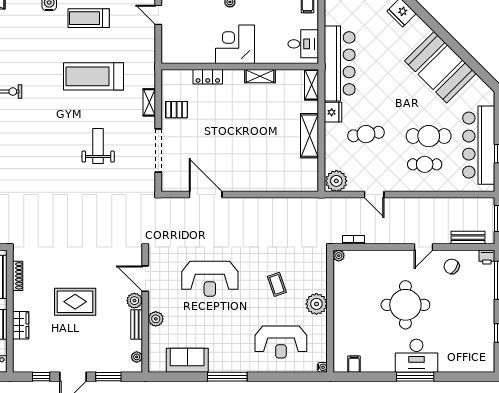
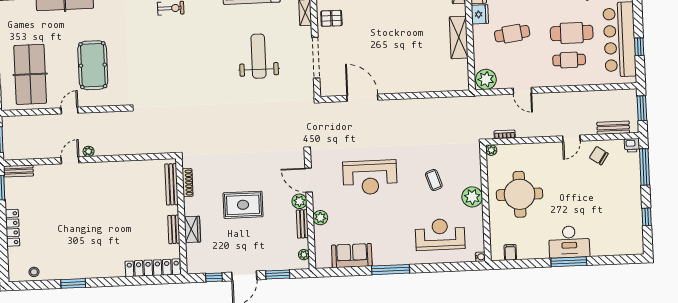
weight bench: (98, 146) -> (258, 56), width x1.36, depth x1.33
round table: (405, 305) -> (520, 194), moved
reception desk: (281, 342) -> (440, 234), turned 180

